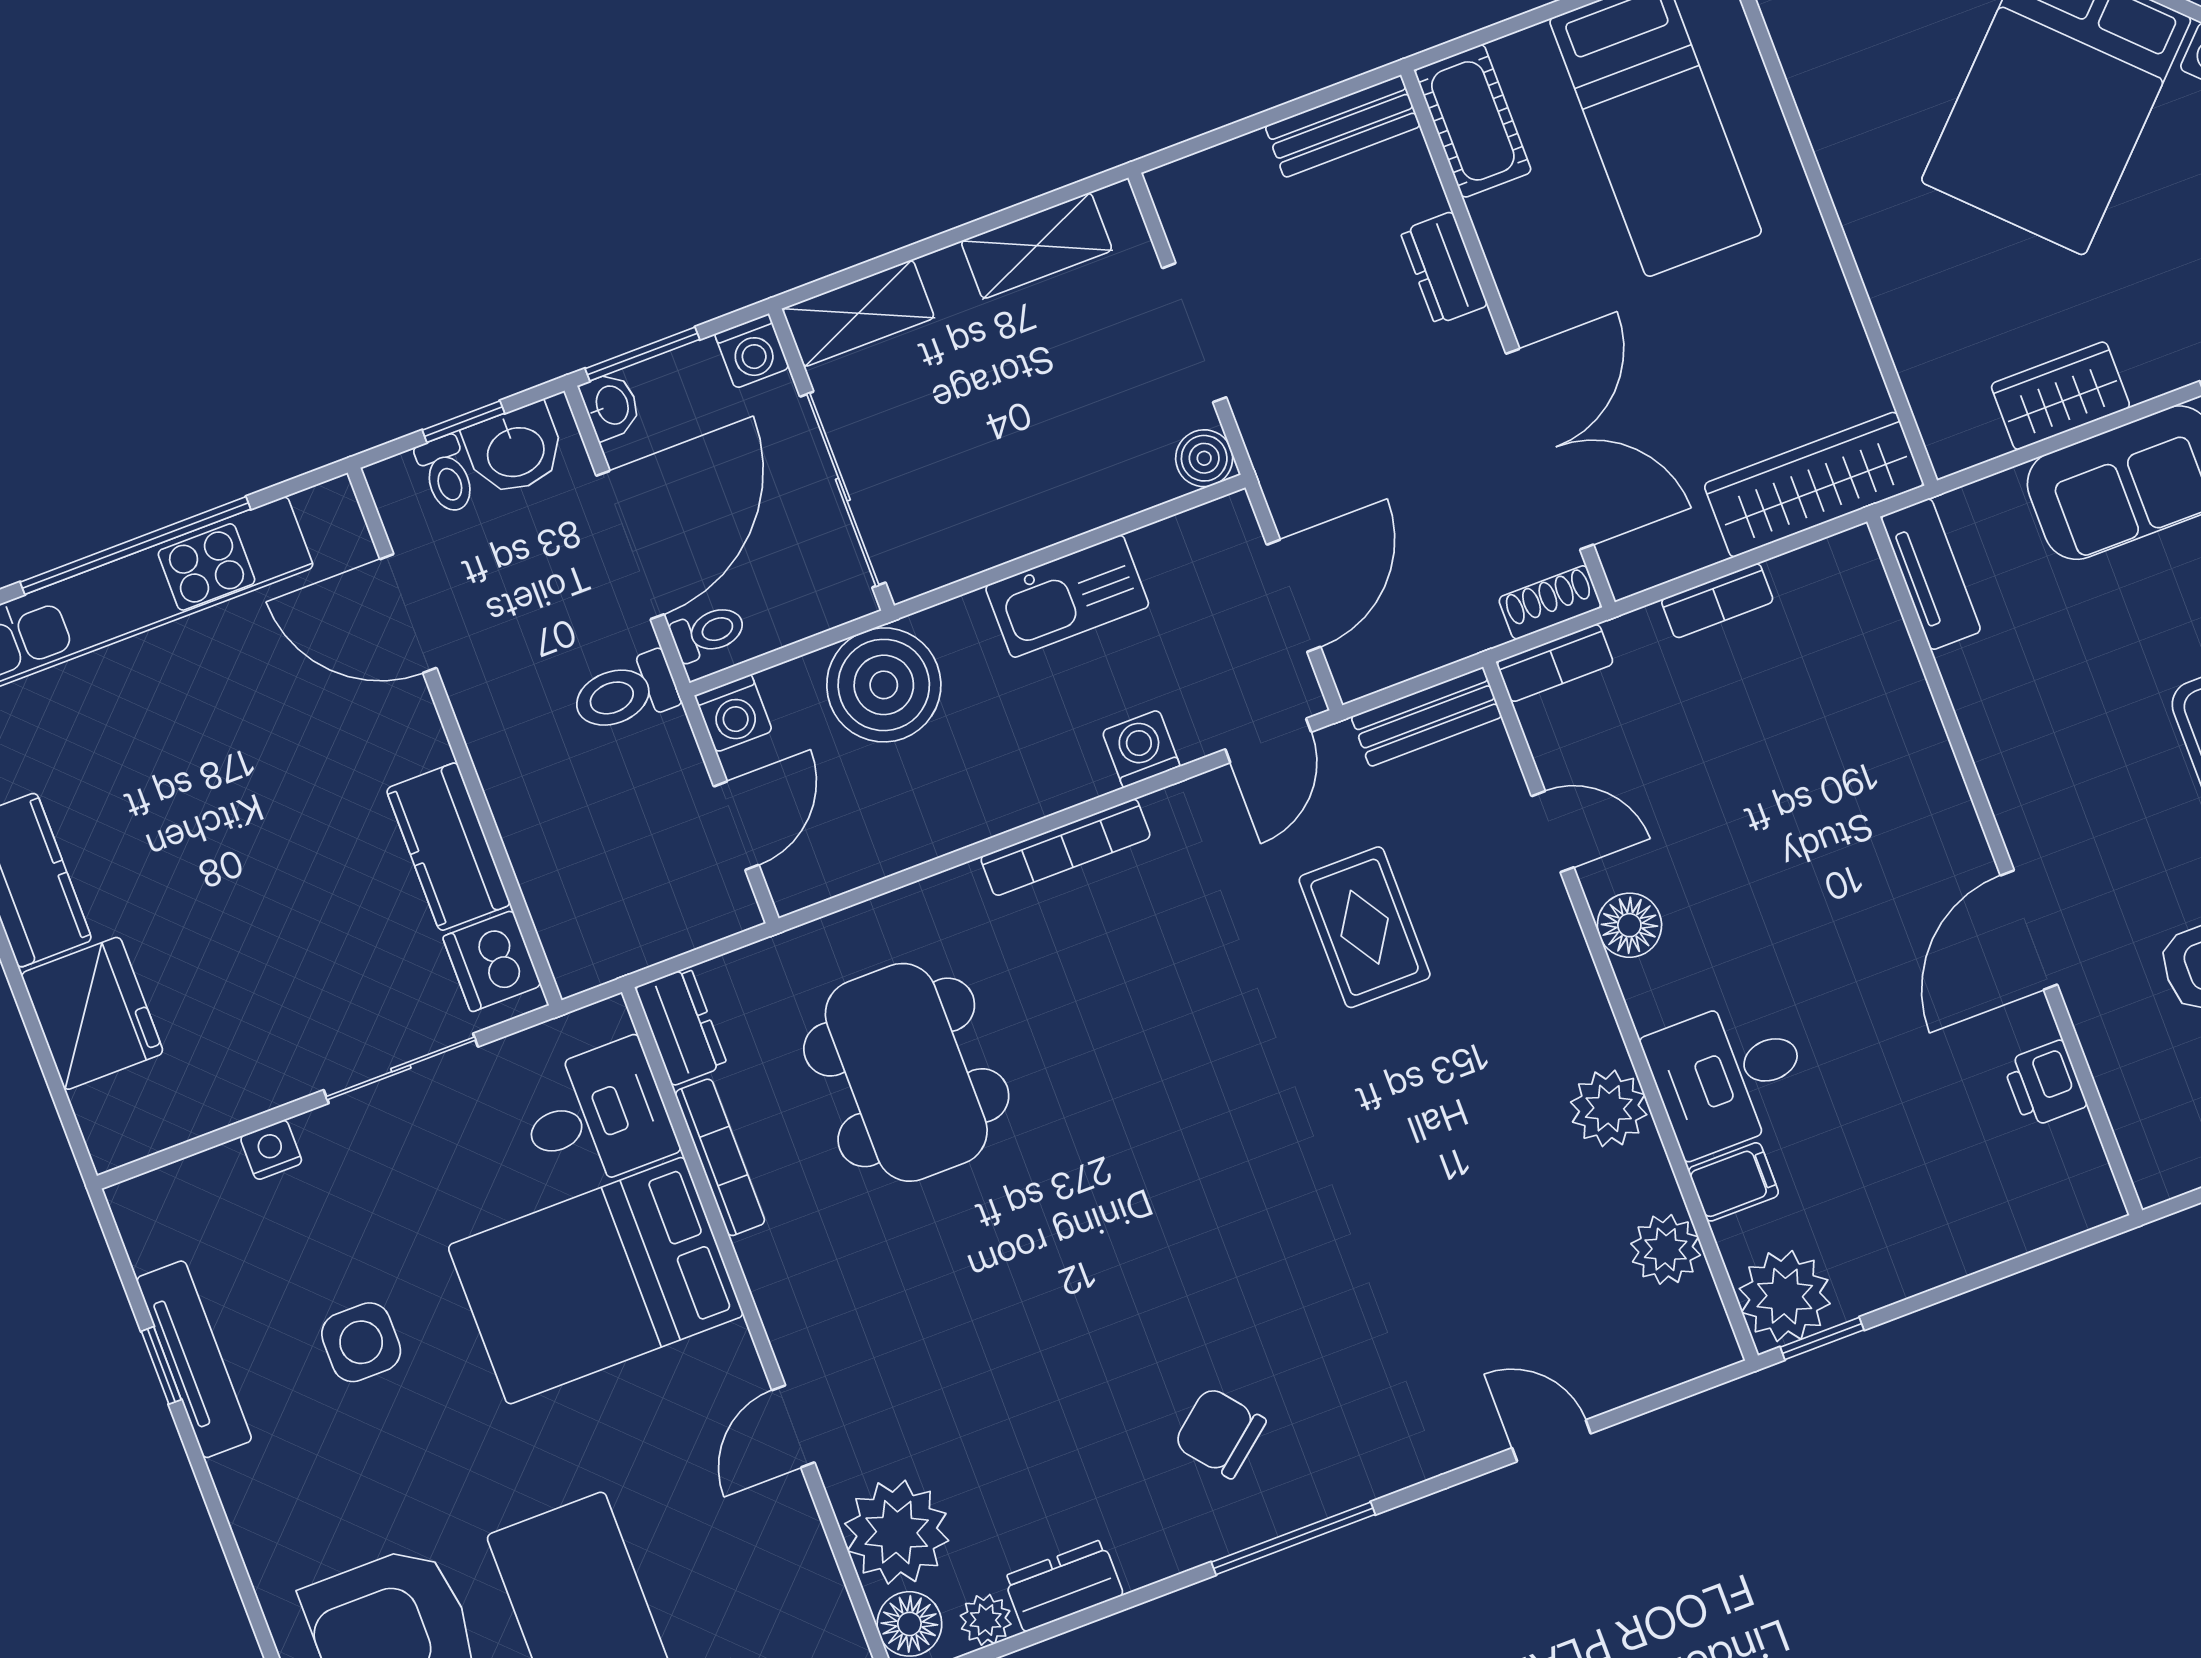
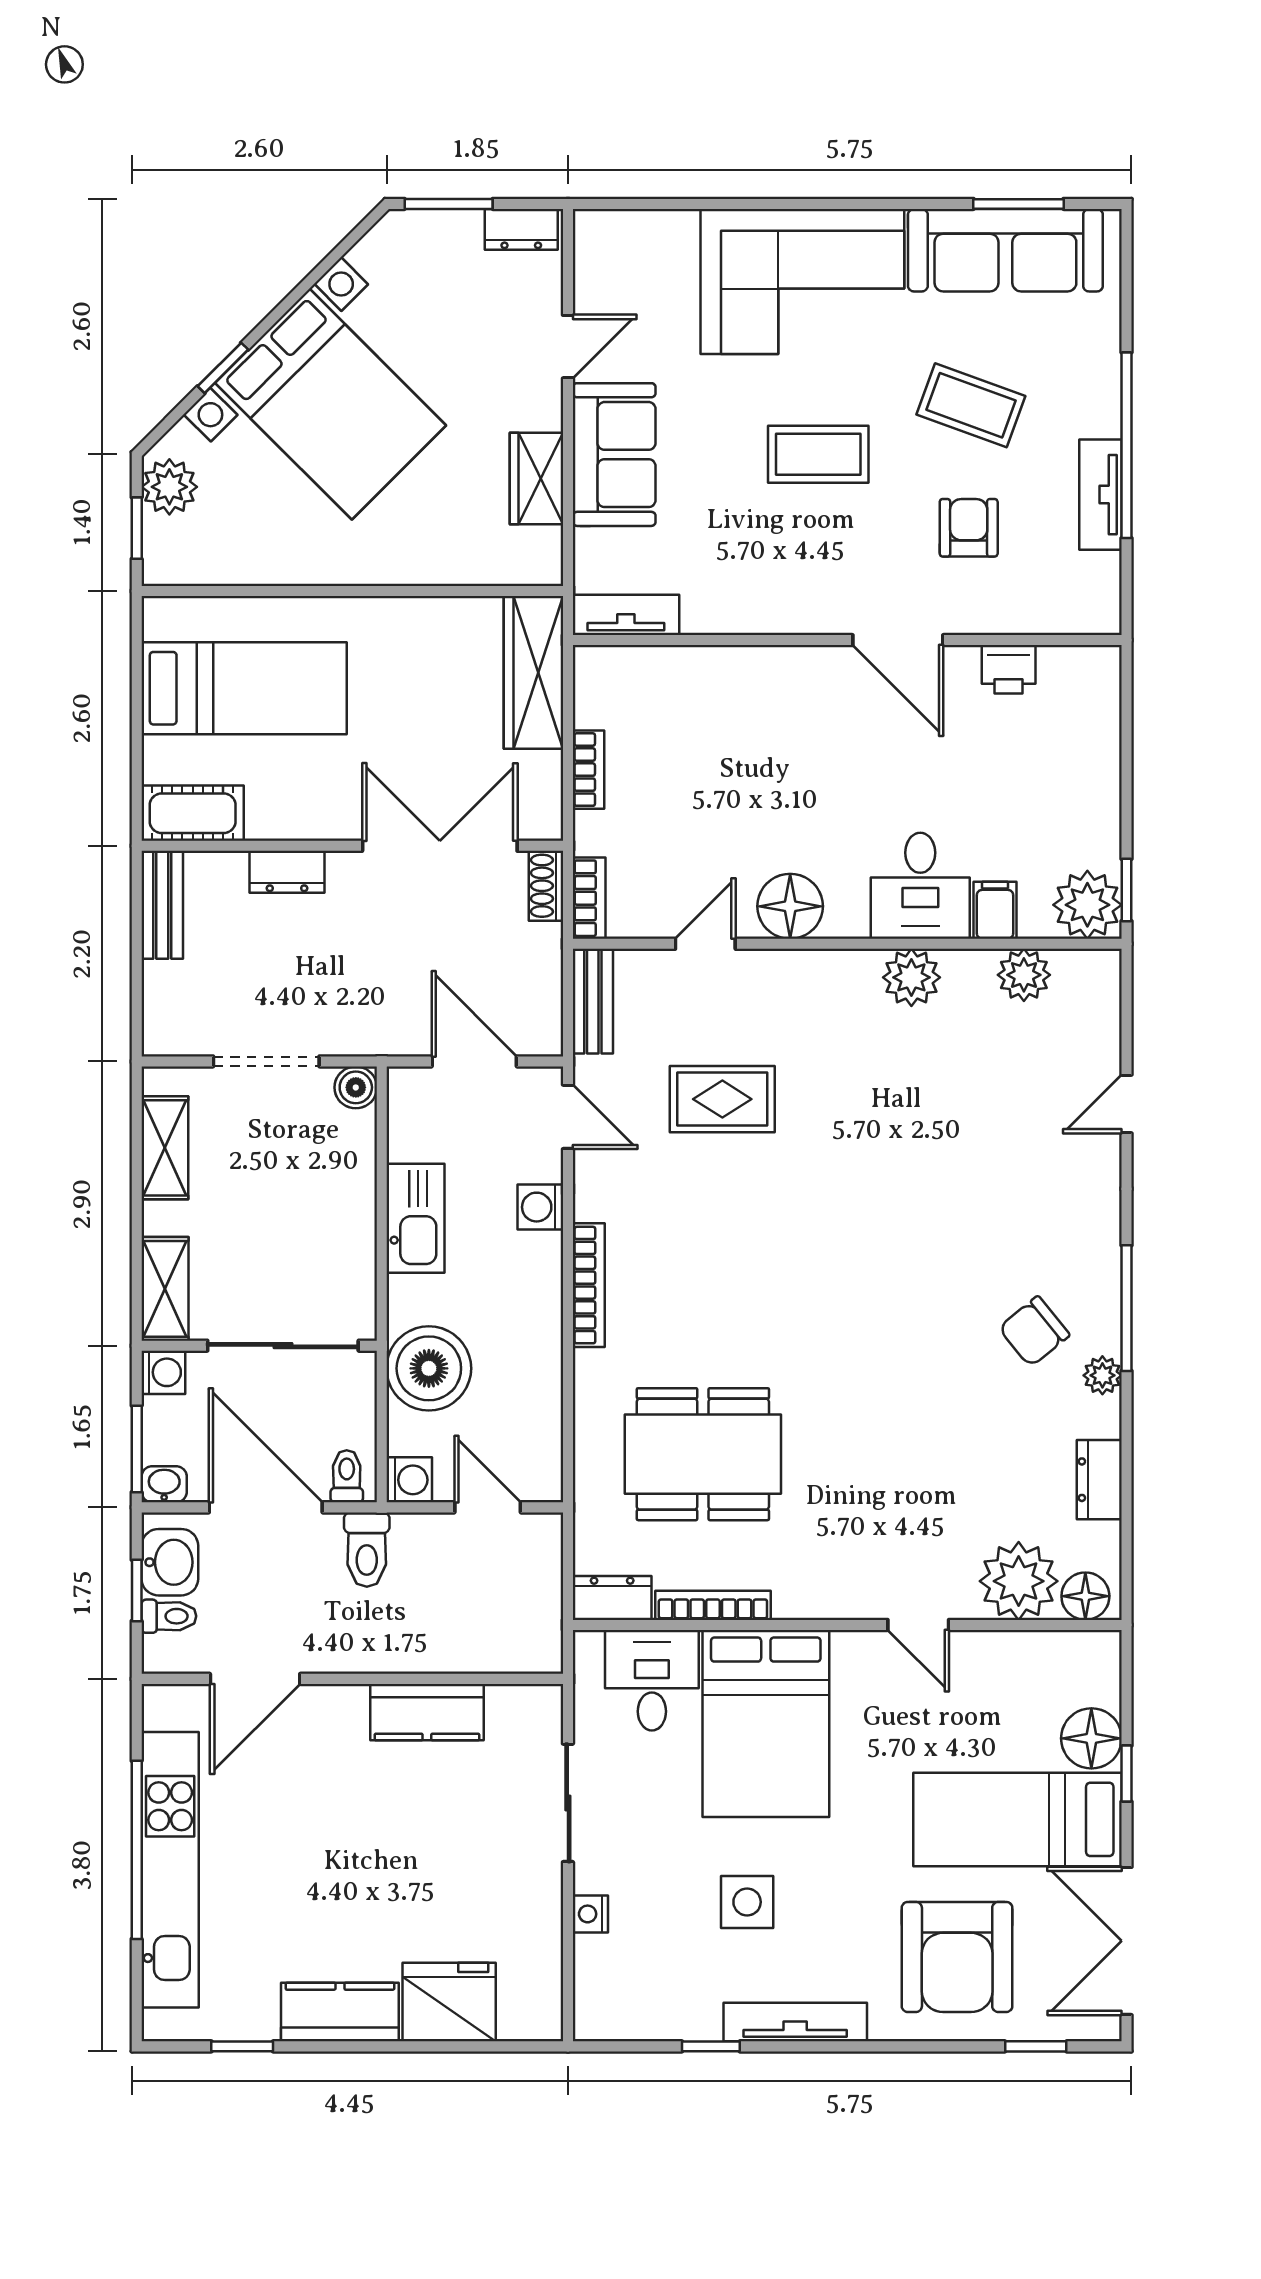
floor lamp: (1629, 925) -> (790, 906), width x1.38, depth x1.38
dishwasher: (492, 961) -> (518, 1712), removed
tv unit: (194, 1359) -> (795, 2022), moved
plant: (986, 1620) -> (1102, 1375), moved

